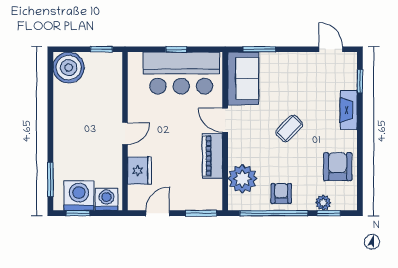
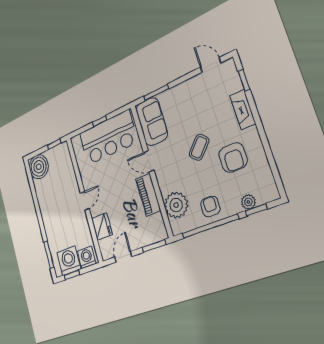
armchair: (338, 167) -> (233, 157), moved, turned 180

